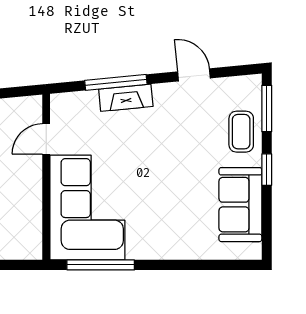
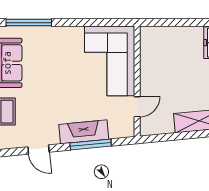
fireplace: (126, 98) -> (84, 132), width x1.37, depth x1.32
window: (101, 265) -> (29, 23), moved

